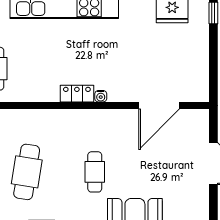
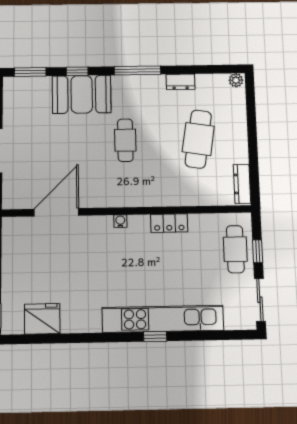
locker: (77, 94) -> (169, 223), moved

